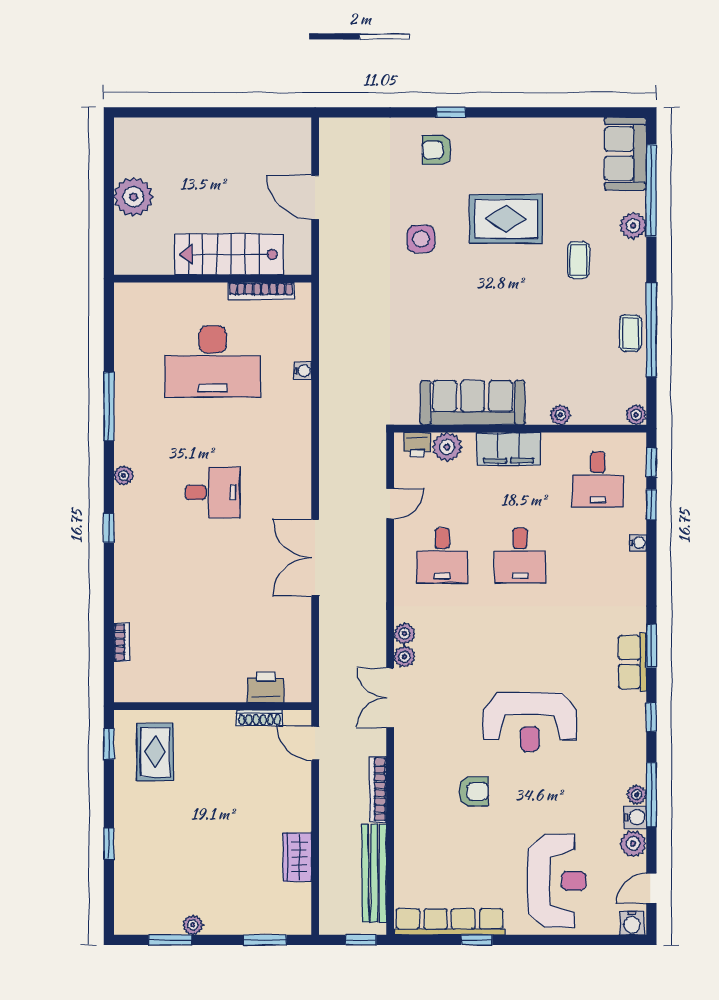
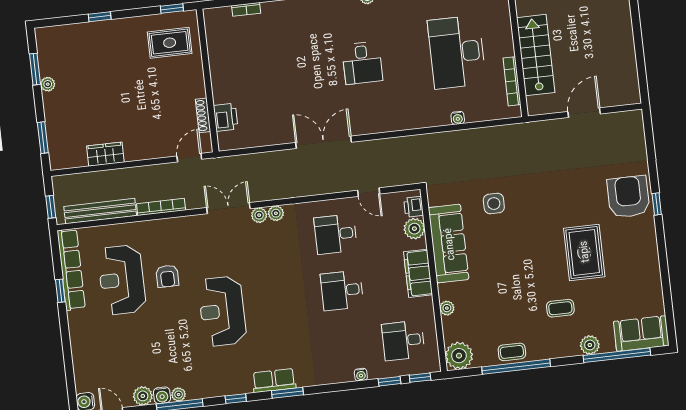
armchair: (437, 150) -> (628, 197), width x1.88, depth x1.88
side table: (421, 239) -> (494, 204), moved
plant: (636, 415) -> (459, 356), width x1.88, depth x1.88
reception desk: (557, 881) -> (122, 280), moved, turned 90

